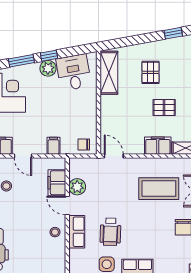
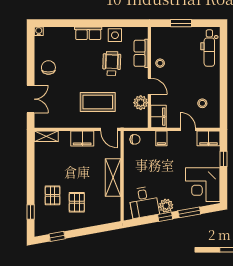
shelving: (109, 73) -> (113, 177), moved
pallet: (164, 107) -> (53, 195), moved, turned 90
filing cabinet: (158, 146) -> (82, 139), moved
filing cabinet: (57, 183) -> (158, 117), moved
coffee table: (159, 189) -> (98, 102), moved
row of seats: (77, 232) -> (141, 53), moved

